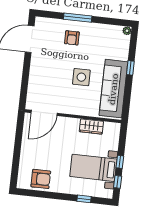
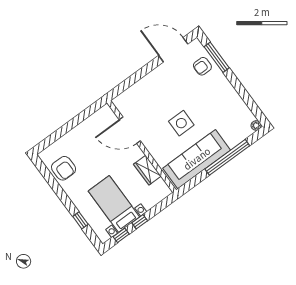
window: (78, 18) -> (217, 57), moved
armchair: (72, 38) -> (202, 66), moved
window: (130, 68) -> (227, 157), width x3.17
door: (44, 113) -> (130, 130), moved

